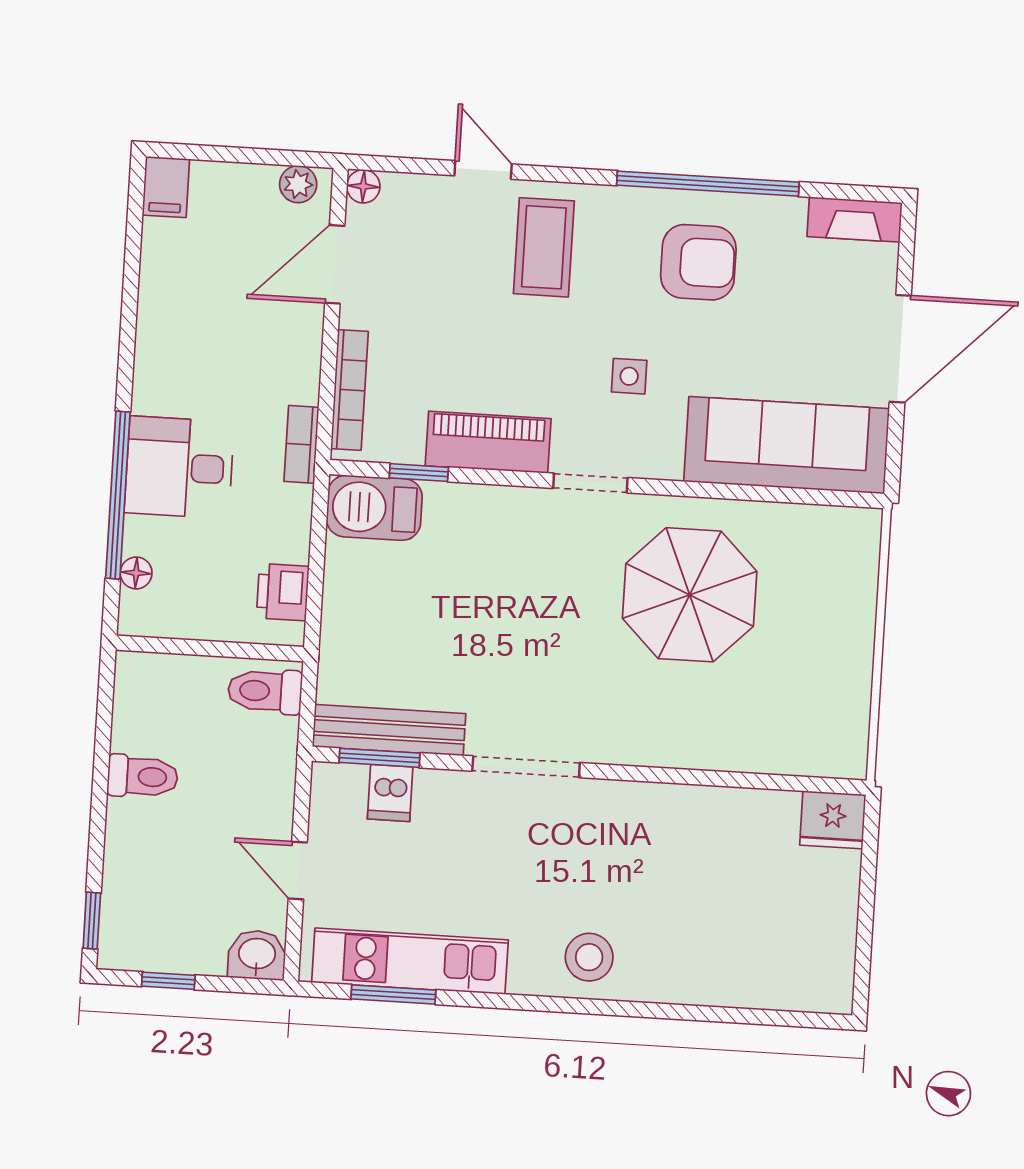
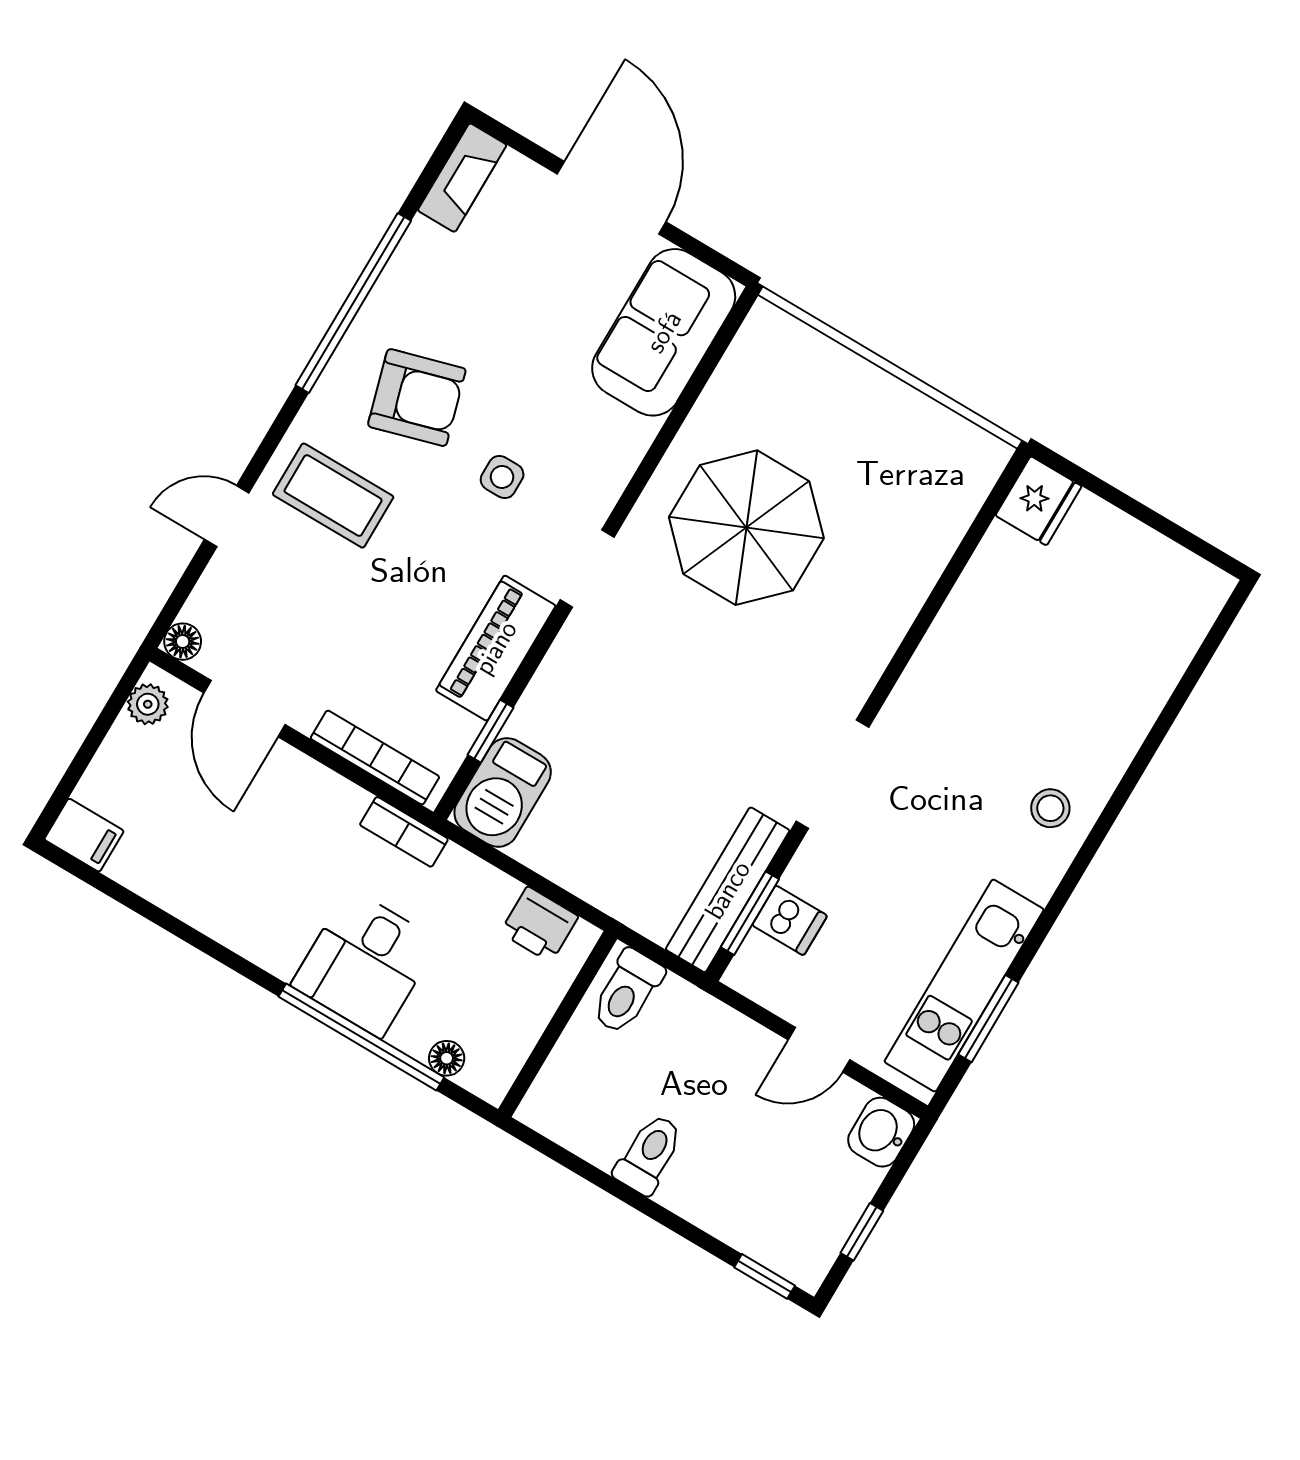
armchair: (698, 262) -> (417, 398), moved, turned 74
sofa: (787, 445) -> (664, 332), width x0.73
stool: (589, 957) -> (1050, 808), width x0.73, depth x0.73

